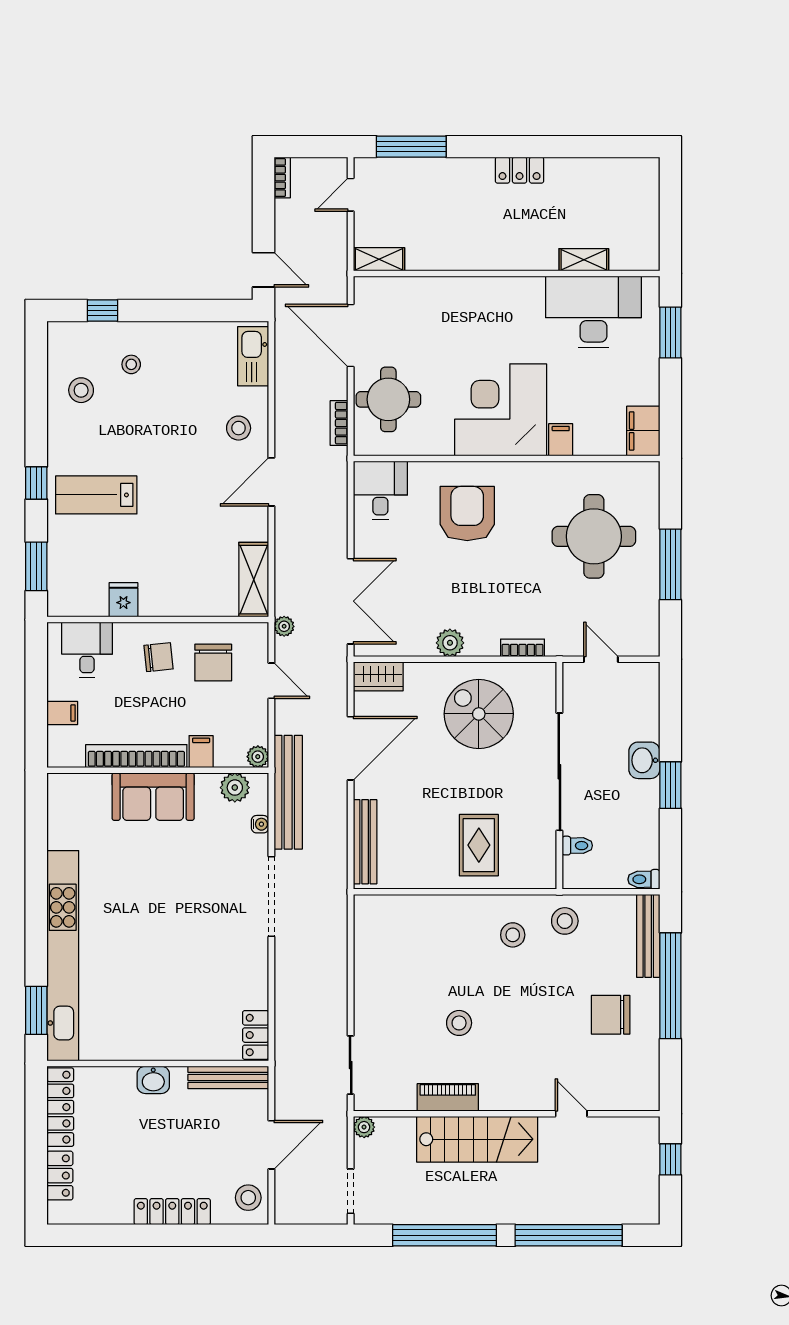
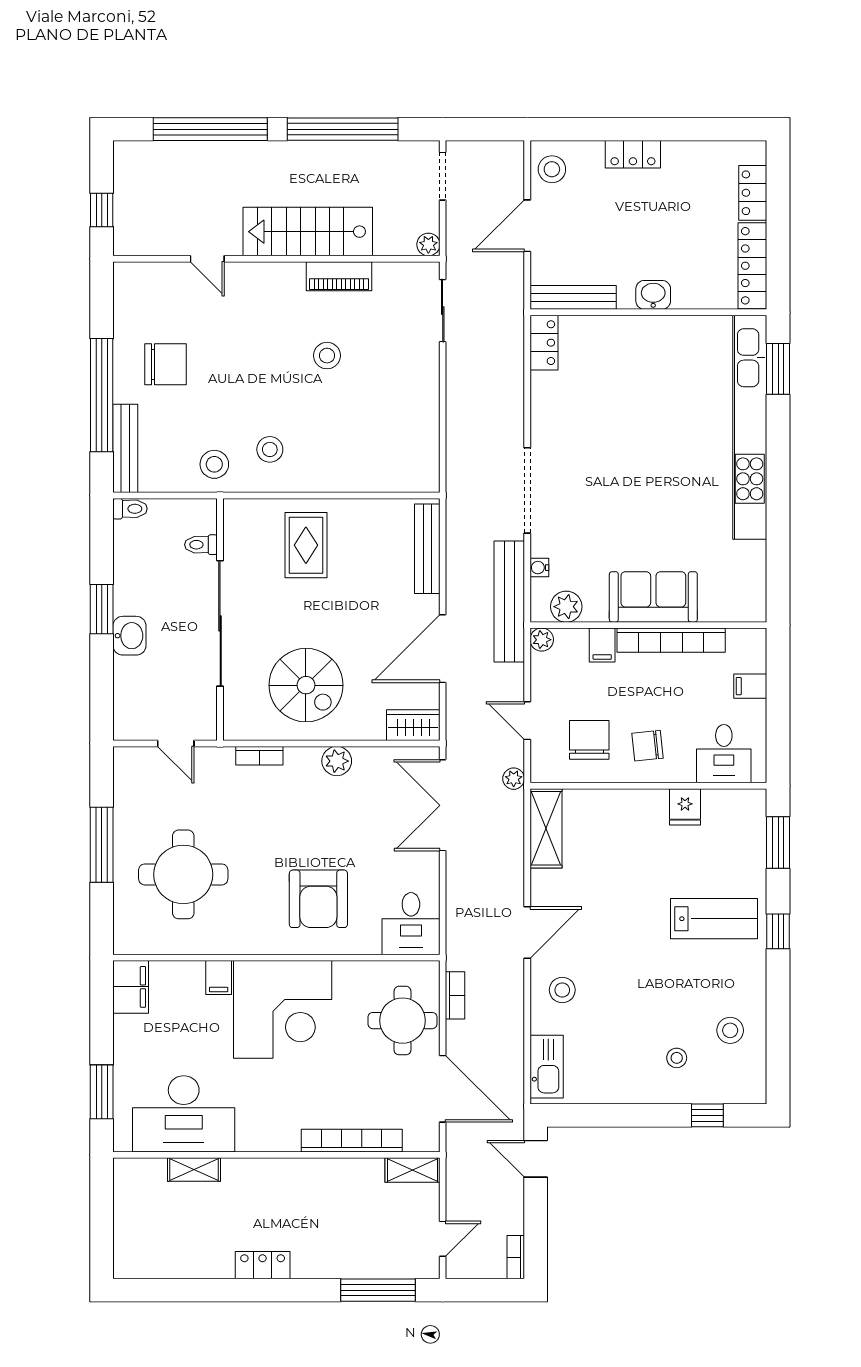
bookcase: (436, 287) -> (352, 1141), added
locker: (172, 1212) -> (633, 154), width x0.66

